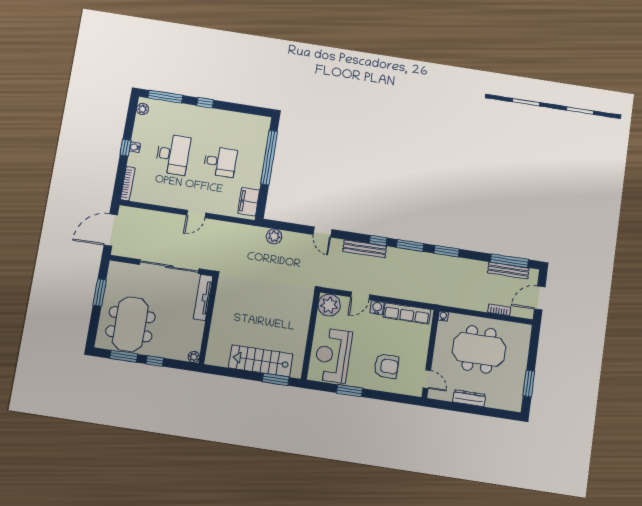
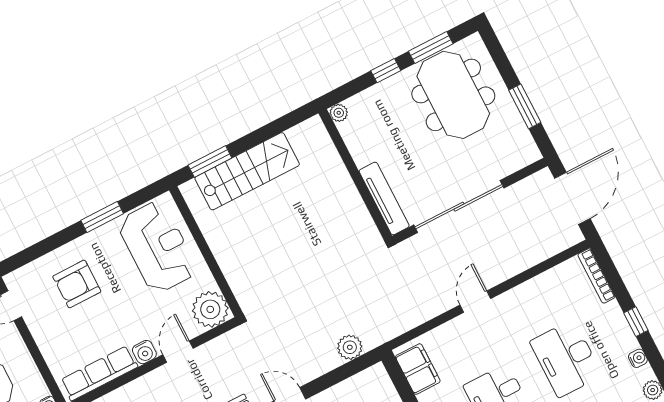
water cooler: (135, 147) -> (638, 358), moved

